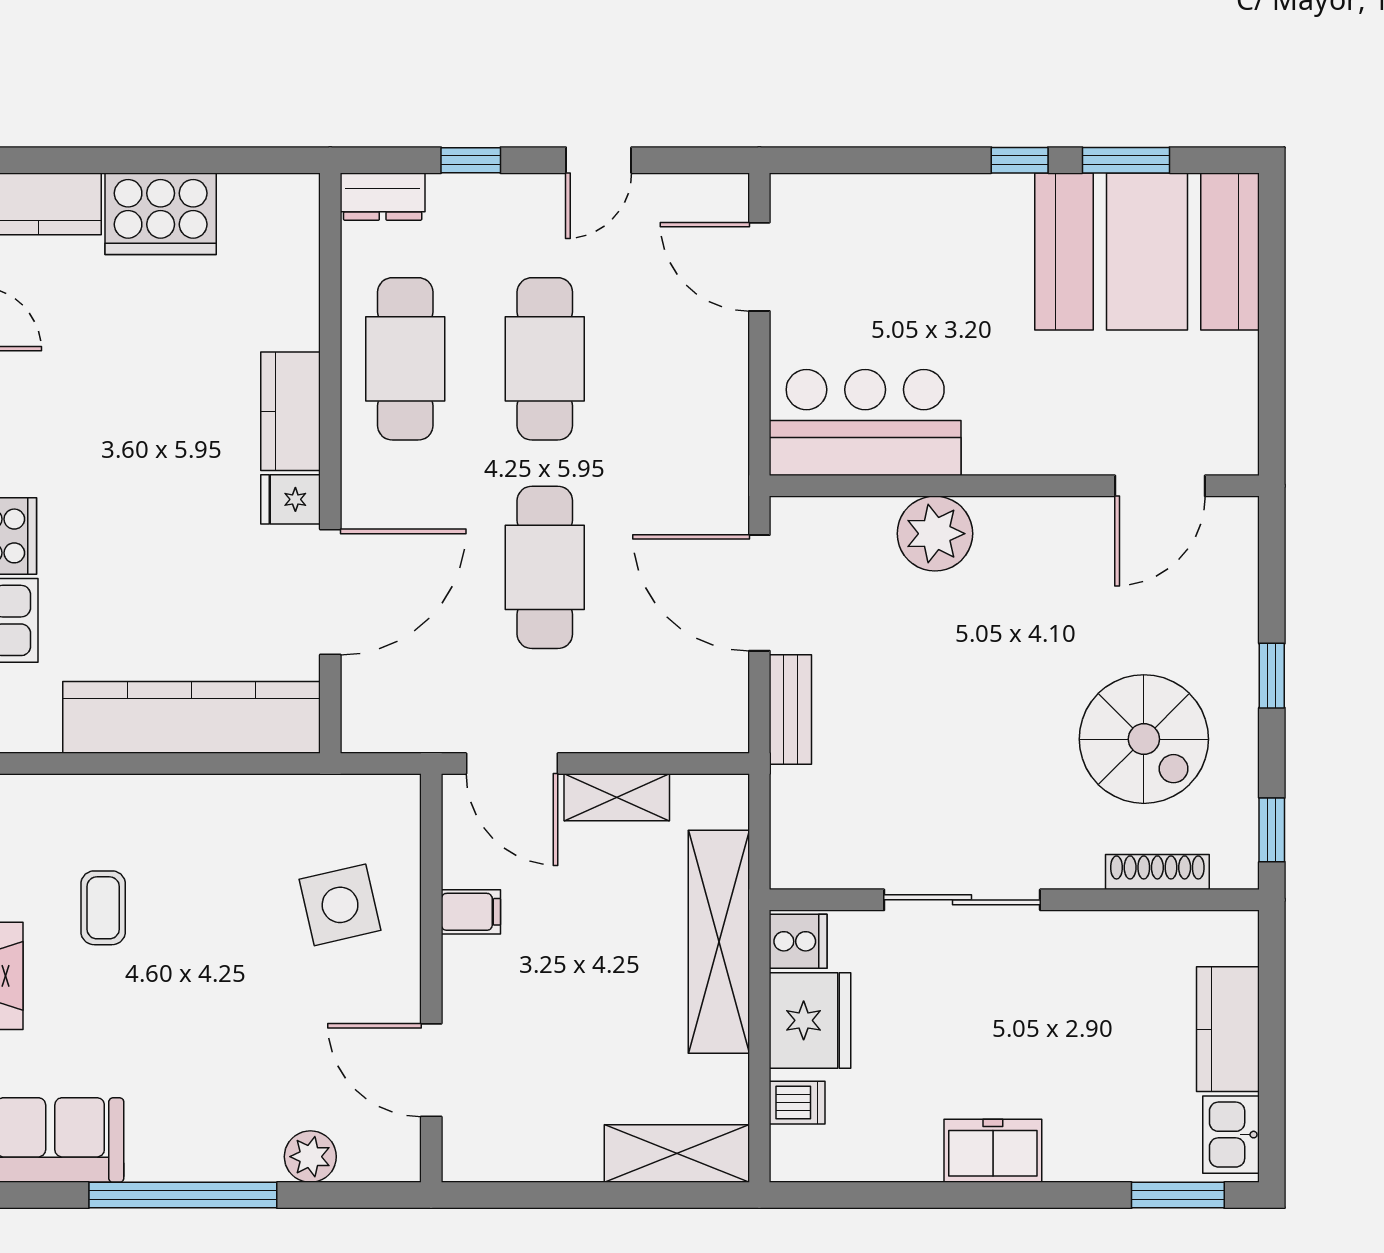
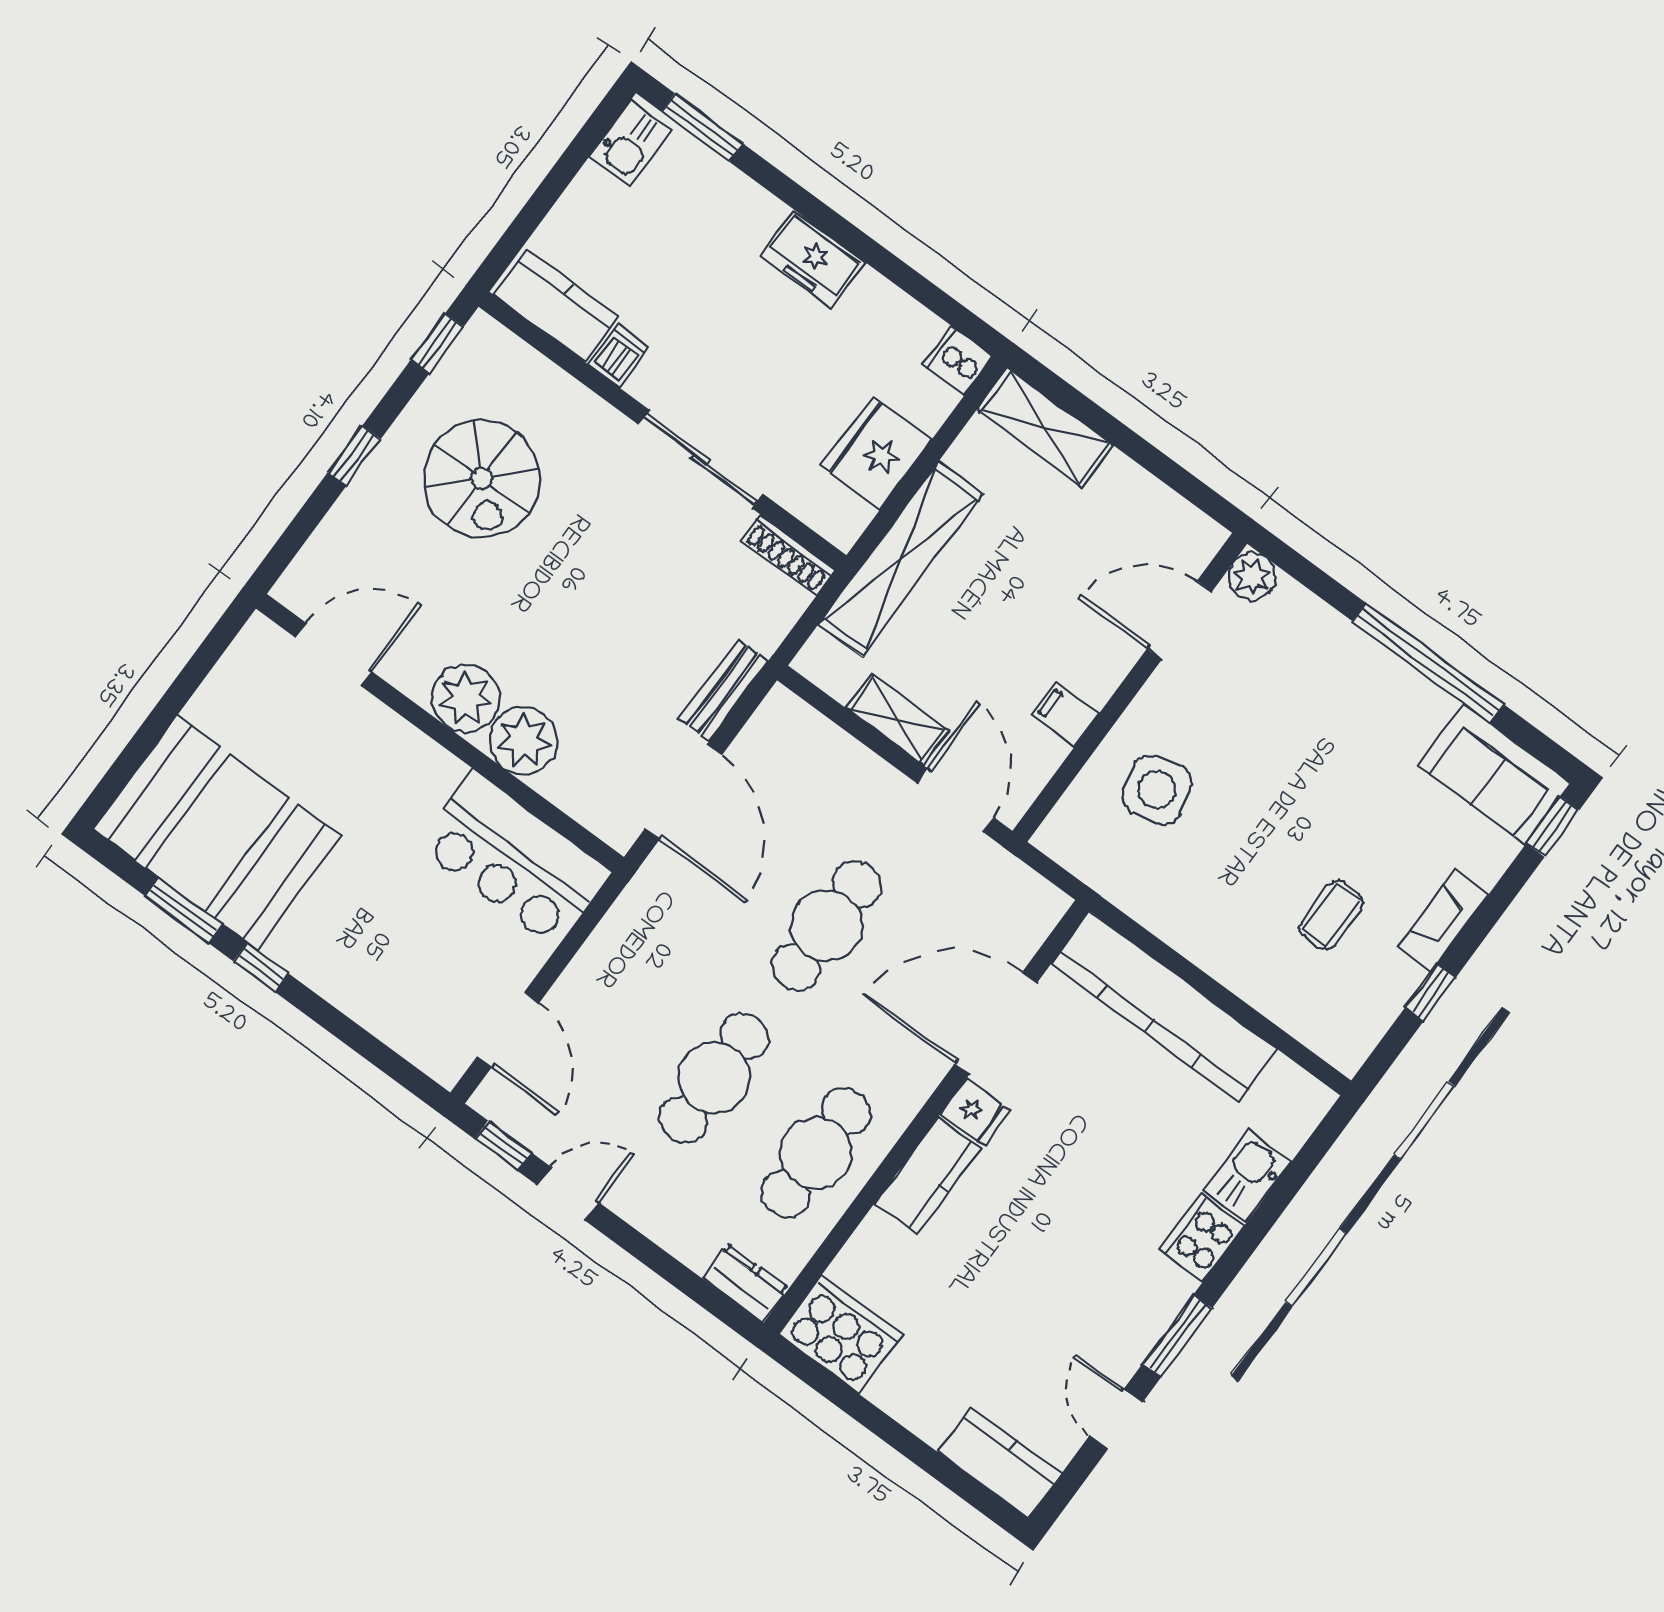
window: (471, 160) -> (503, 1146), moved
cooker: (161, 214) -> (840, 1334), moved
plant: (1014, 533) -> (466, 698), added
spiral stairs: (1144, 739) -> (482, 479), turned 180
shoe rack: (1157, 872) -> (788, 555), moved
cooker: (798, 941) -> (958, 361), moved
kitchen counter: (1228, 1029) -> (556, 306), moved, turned -90
door: (431, 1070) -> (1179, 620), swing flipped
dishwasher: (797, 1103) -> (619, 356), moved, turned 90
plant: (310, 1157) -> (1252, 576), moved

